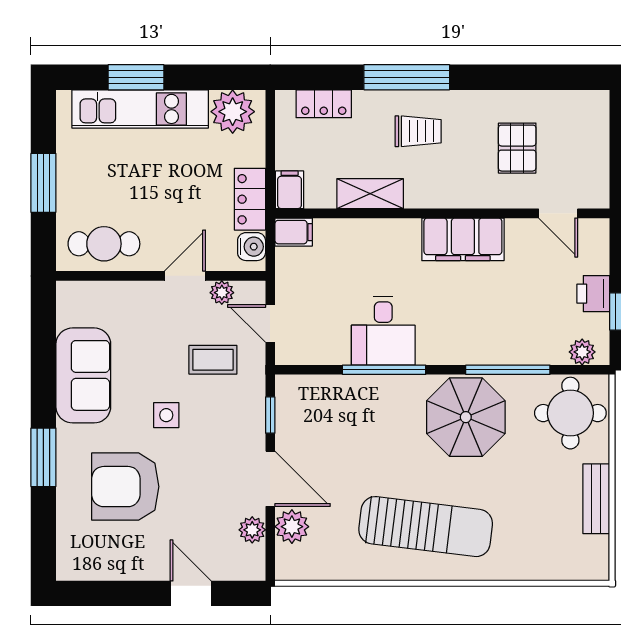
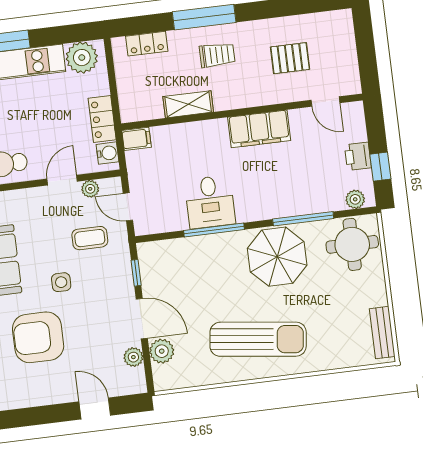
pallet: (517, 148) -> (290, 58), turned 90
filing cabinet: (290, 190) -> (130, 109), removed
bench: (596, 499) -> (382, 333), moved

